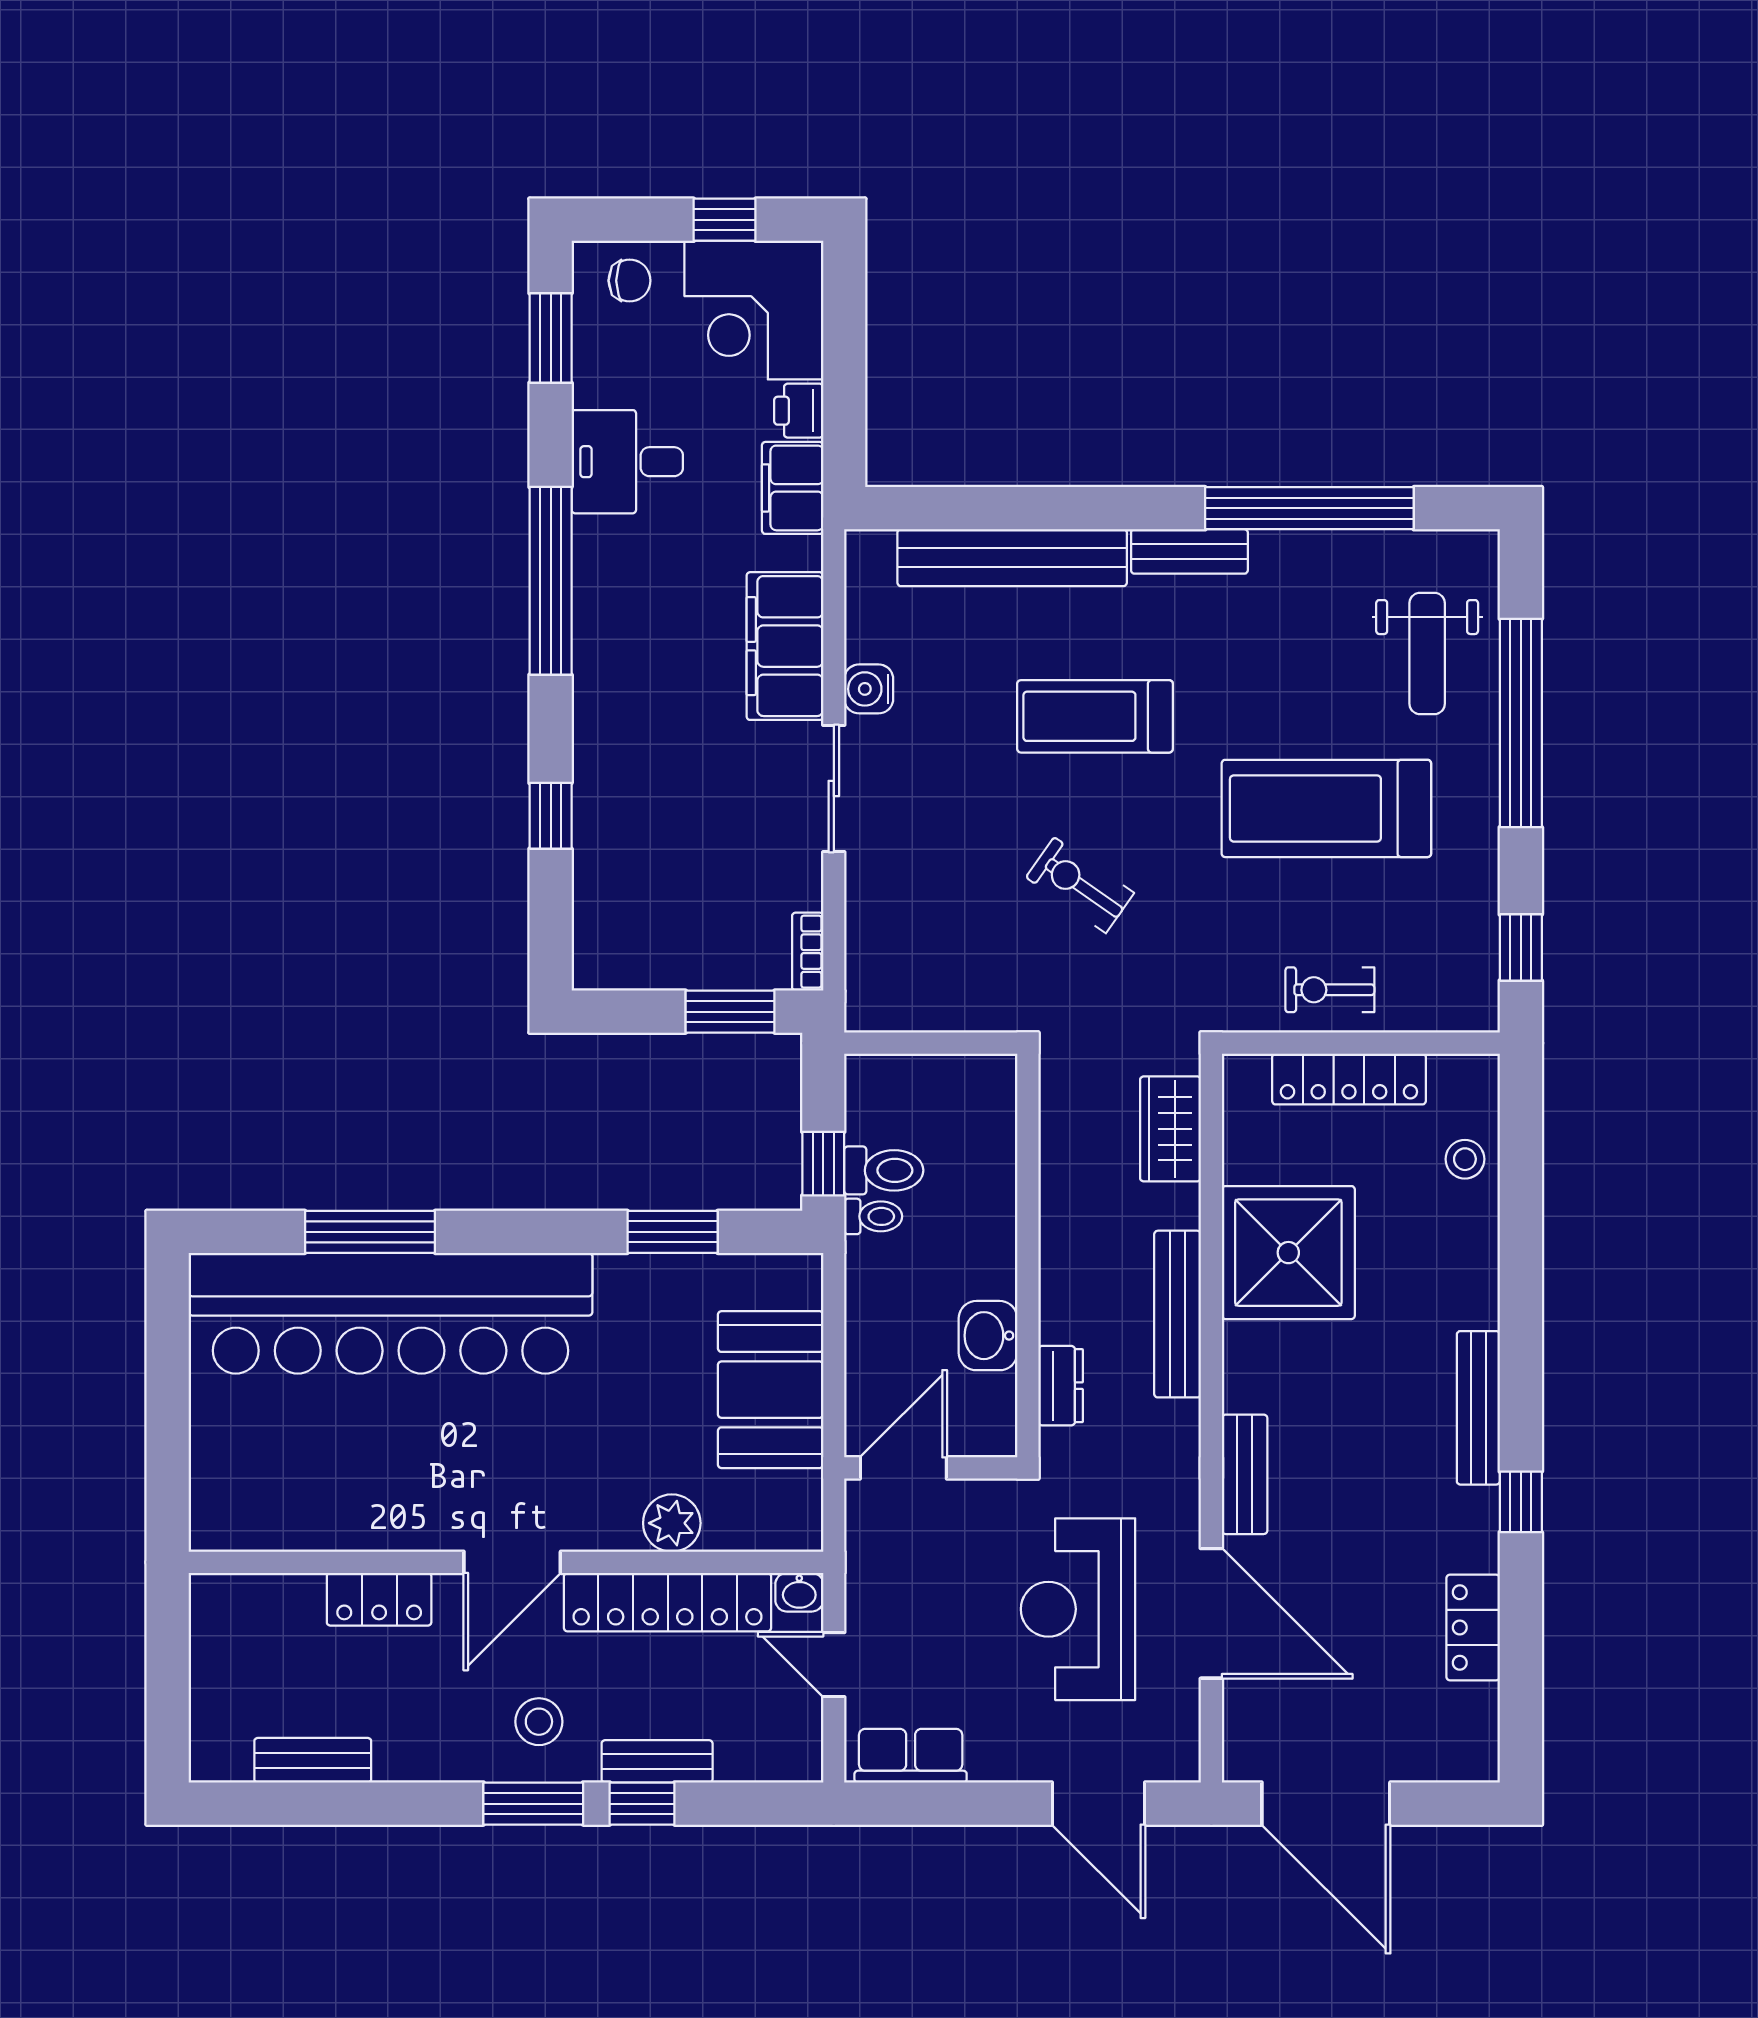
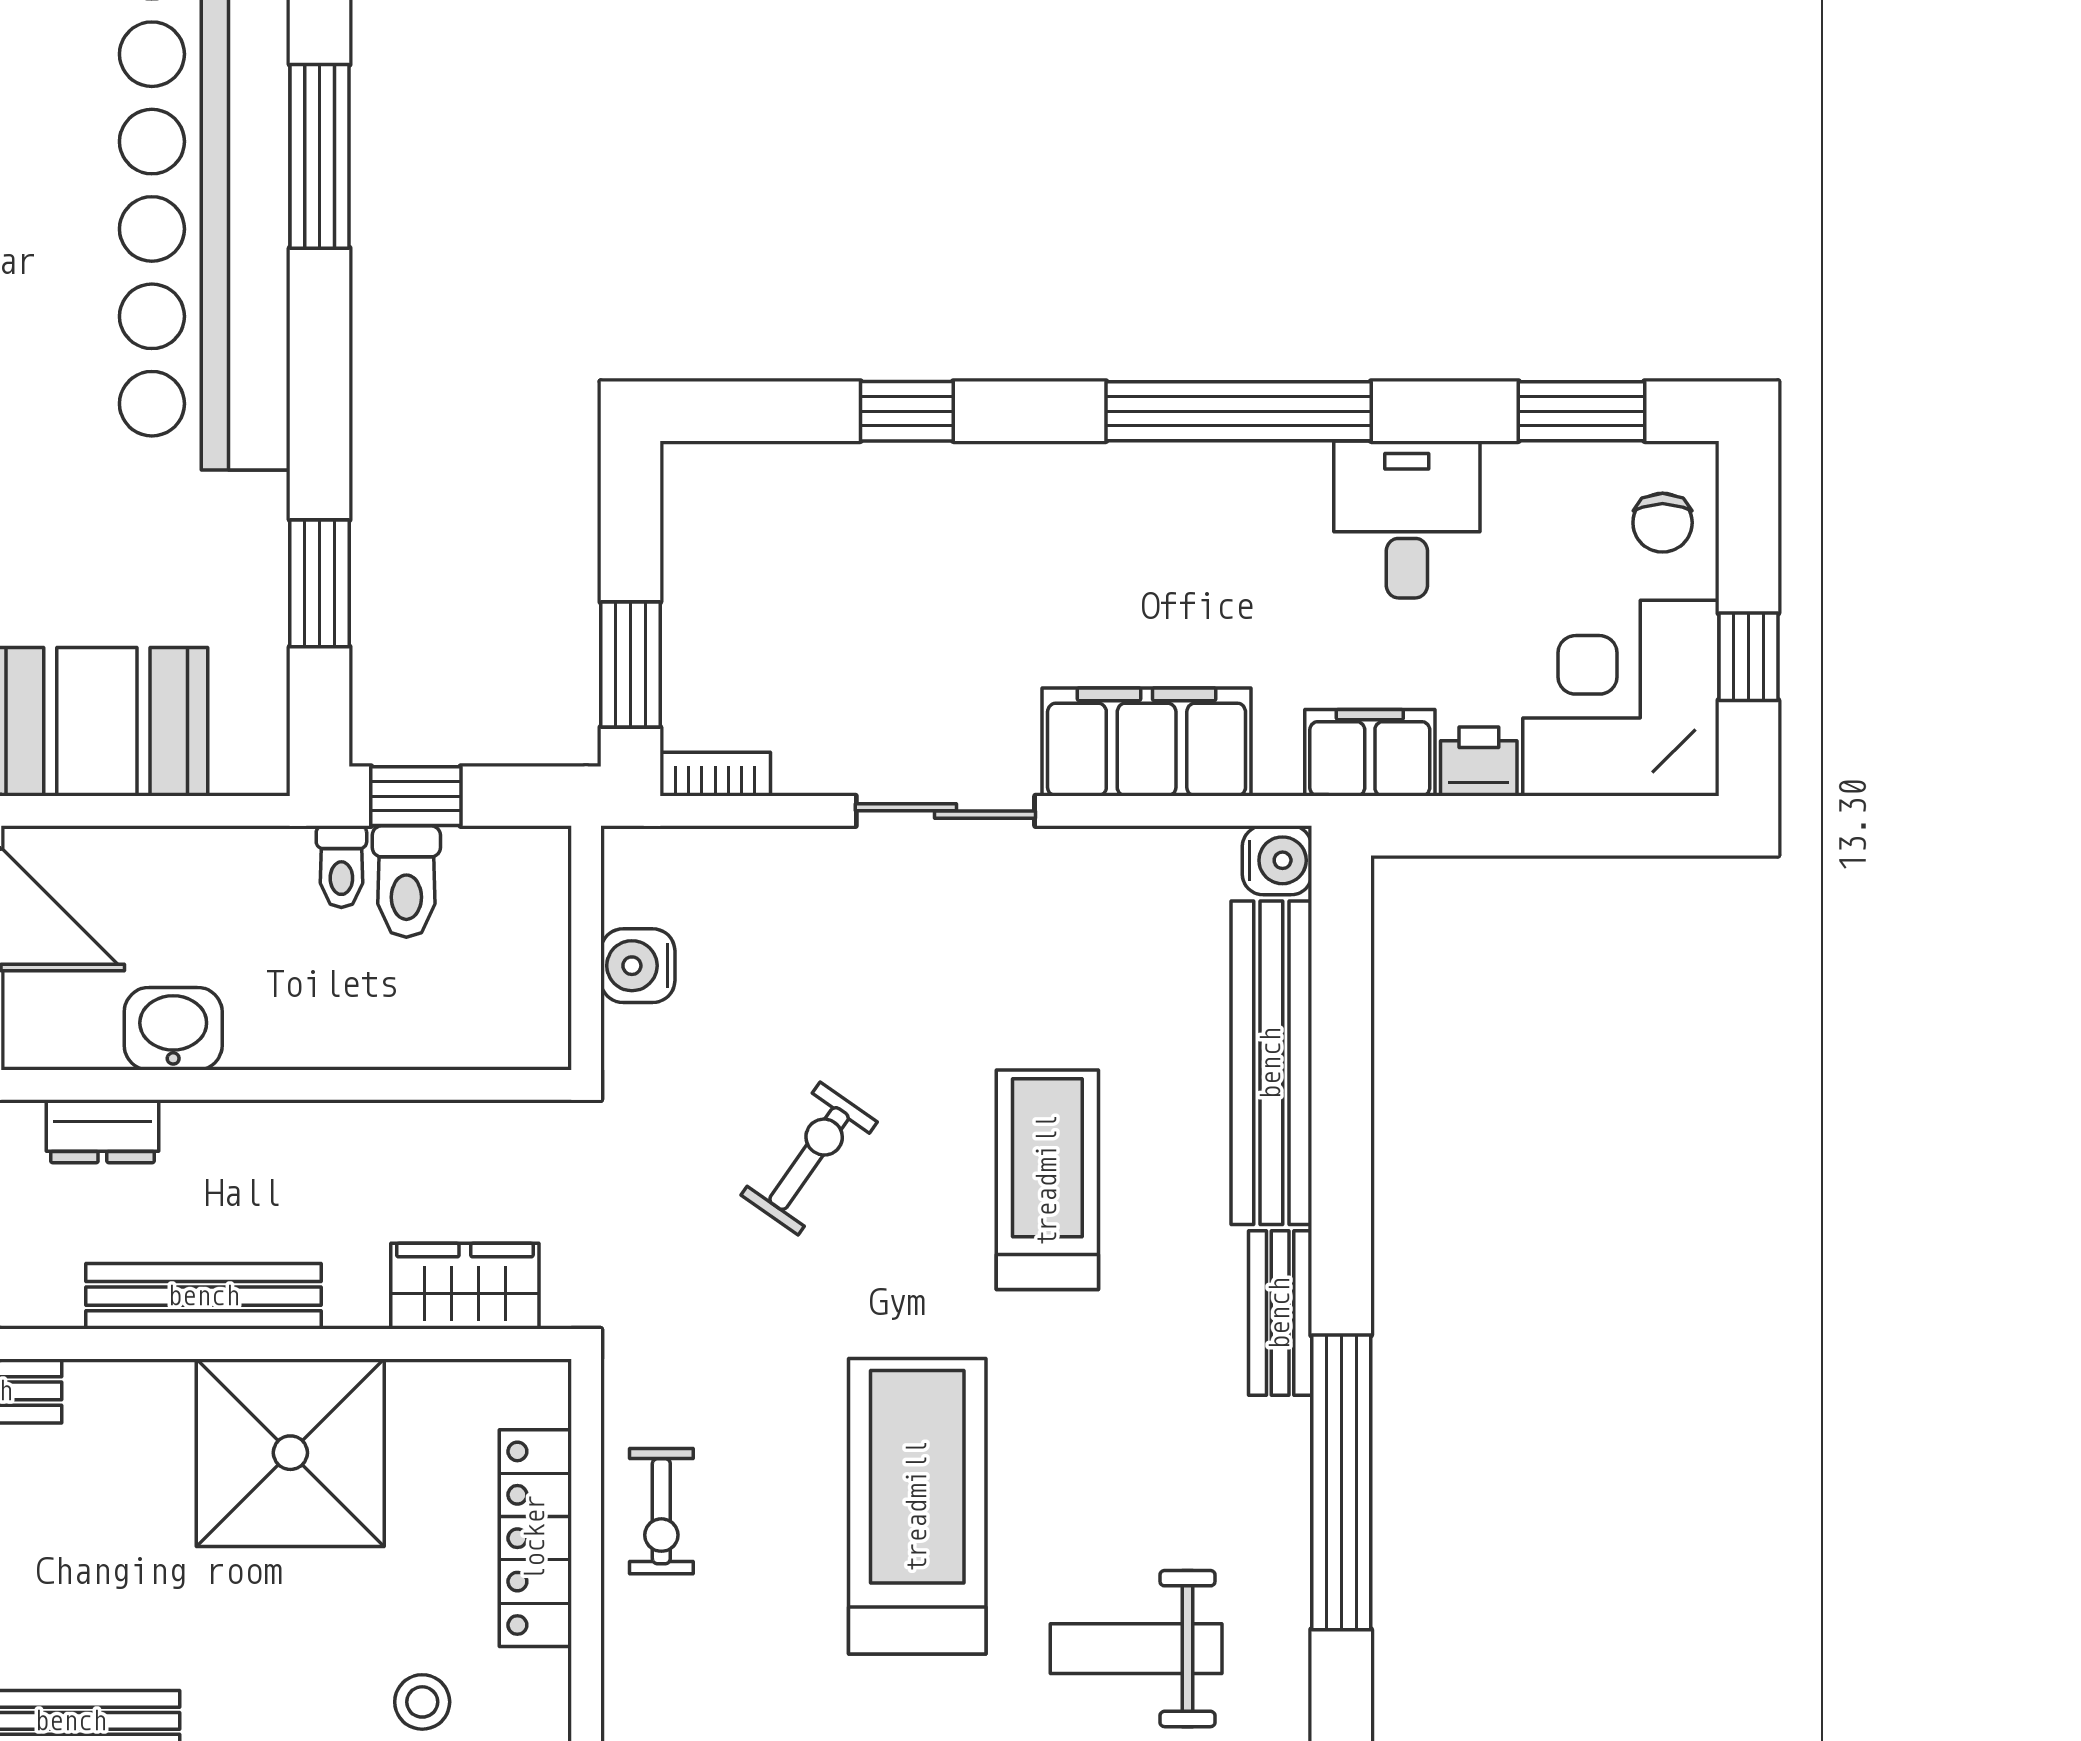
water cooler: (869, 689) -> (1277, 860), moved, turned 90
exercise bike: (1330, 990) -> (661, 1511), turned 180
water cooler: (943, 1006) -> (638, 966), added

